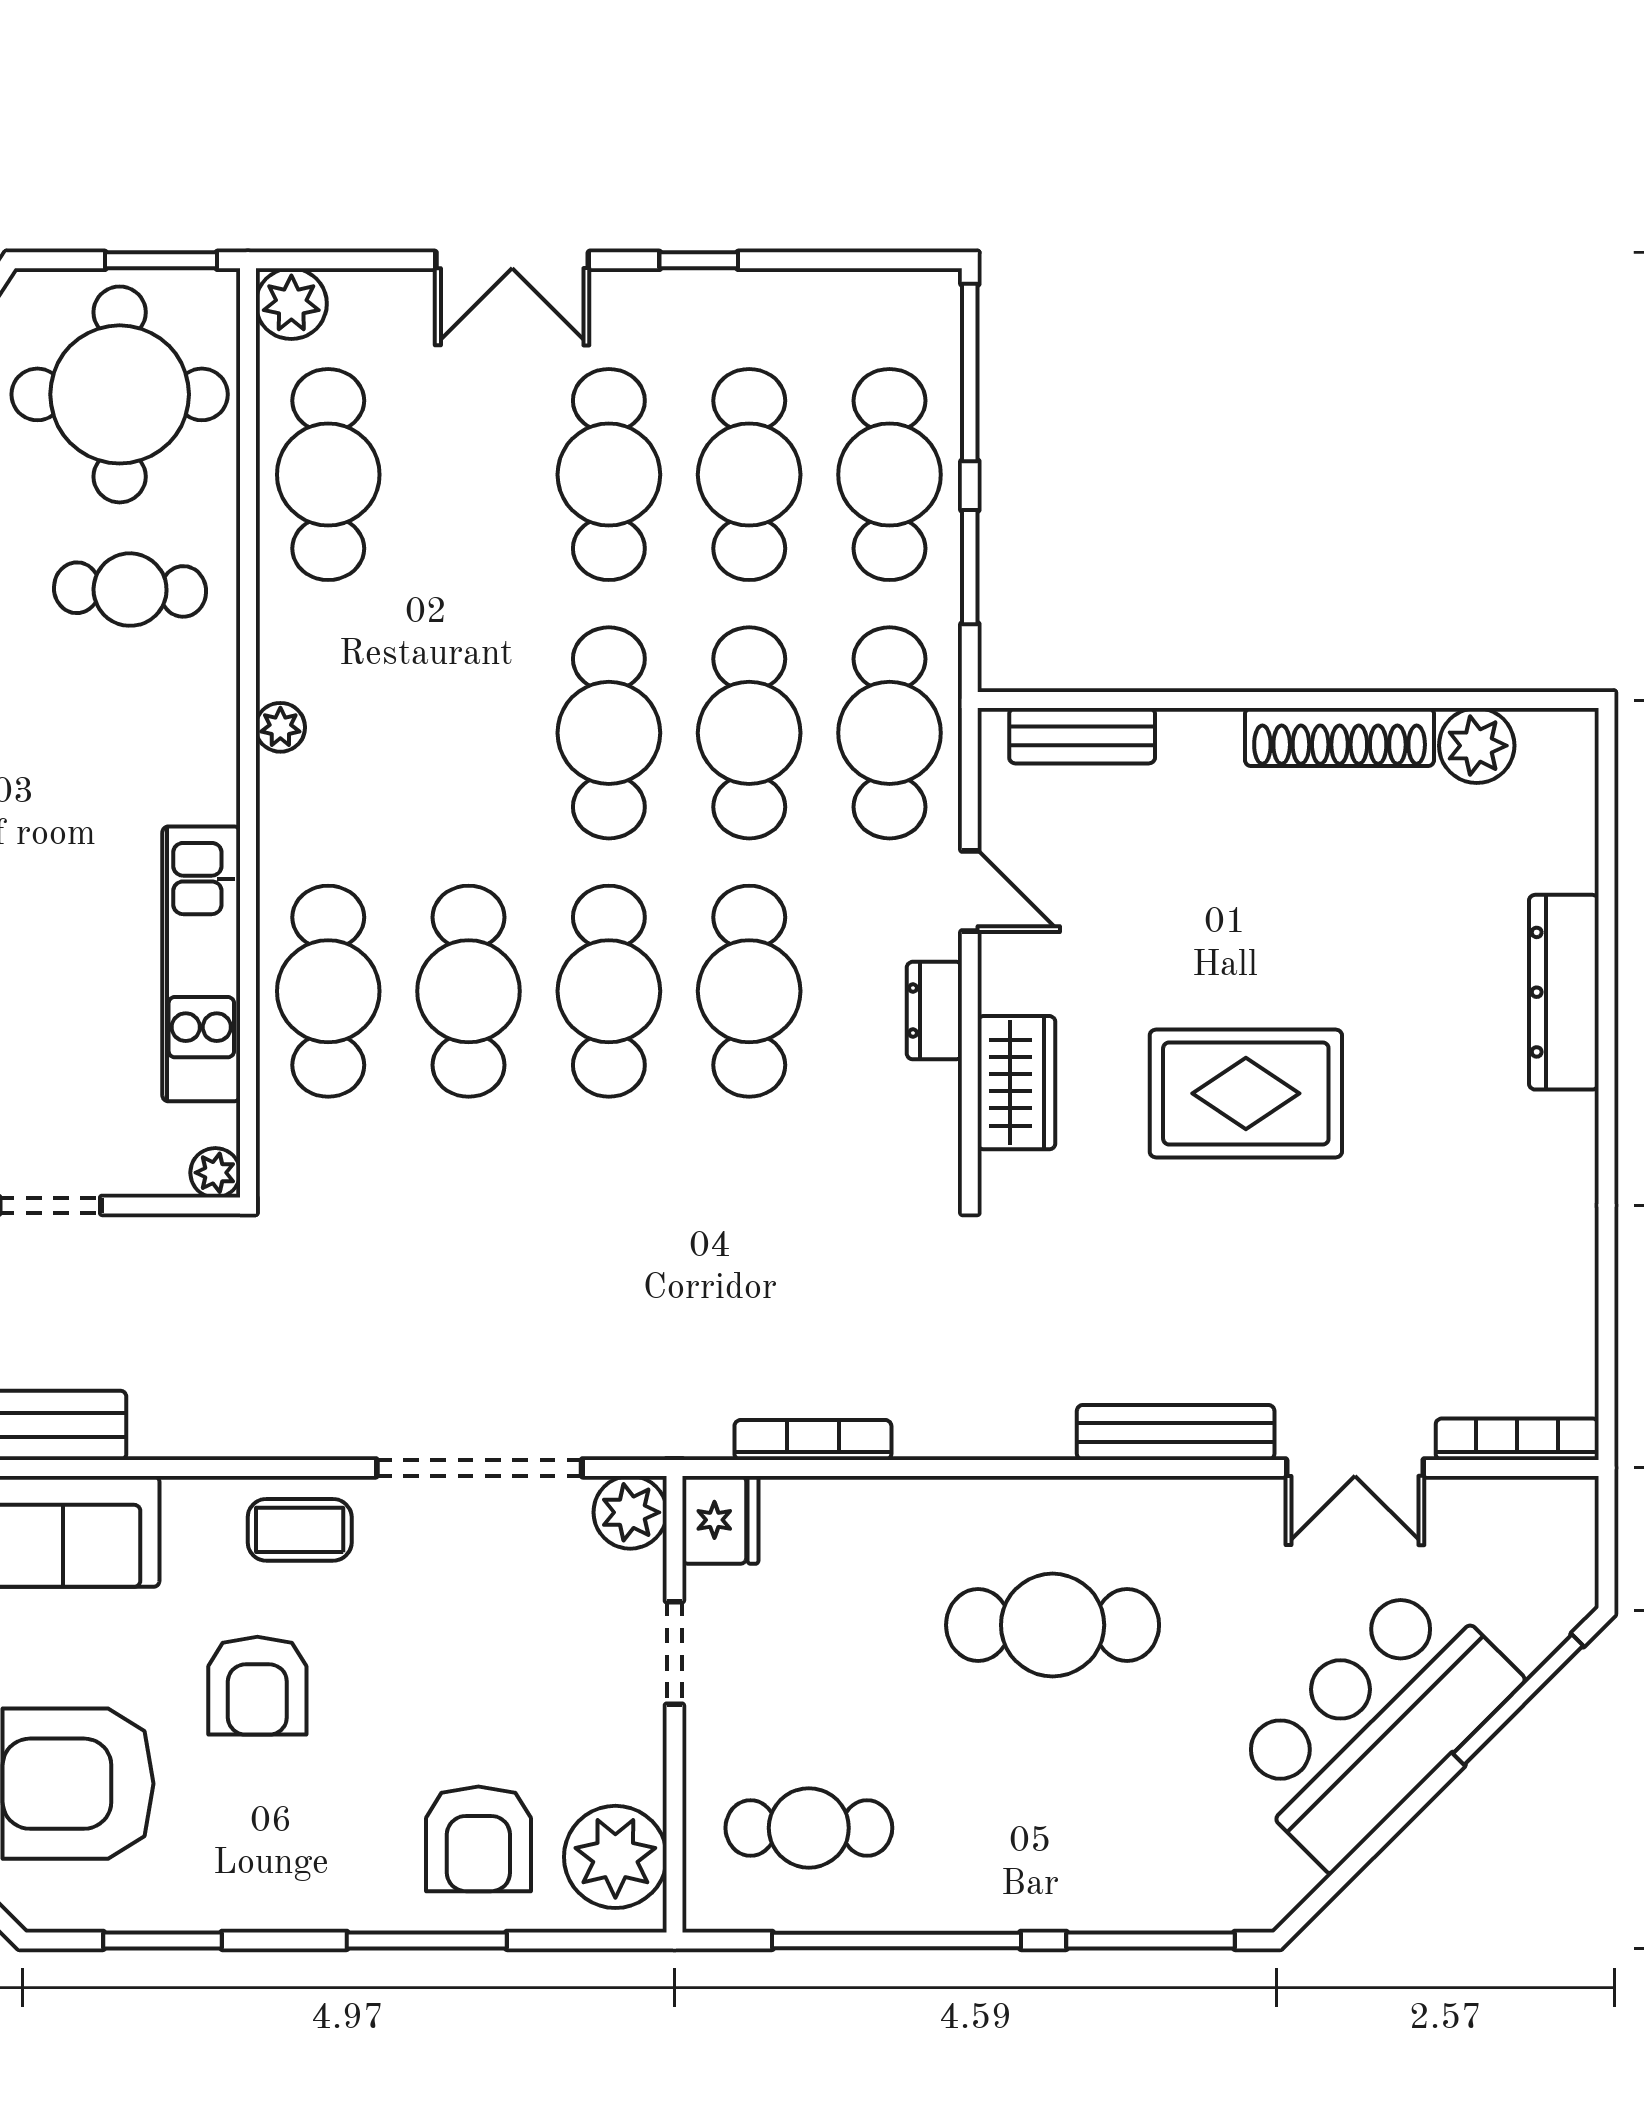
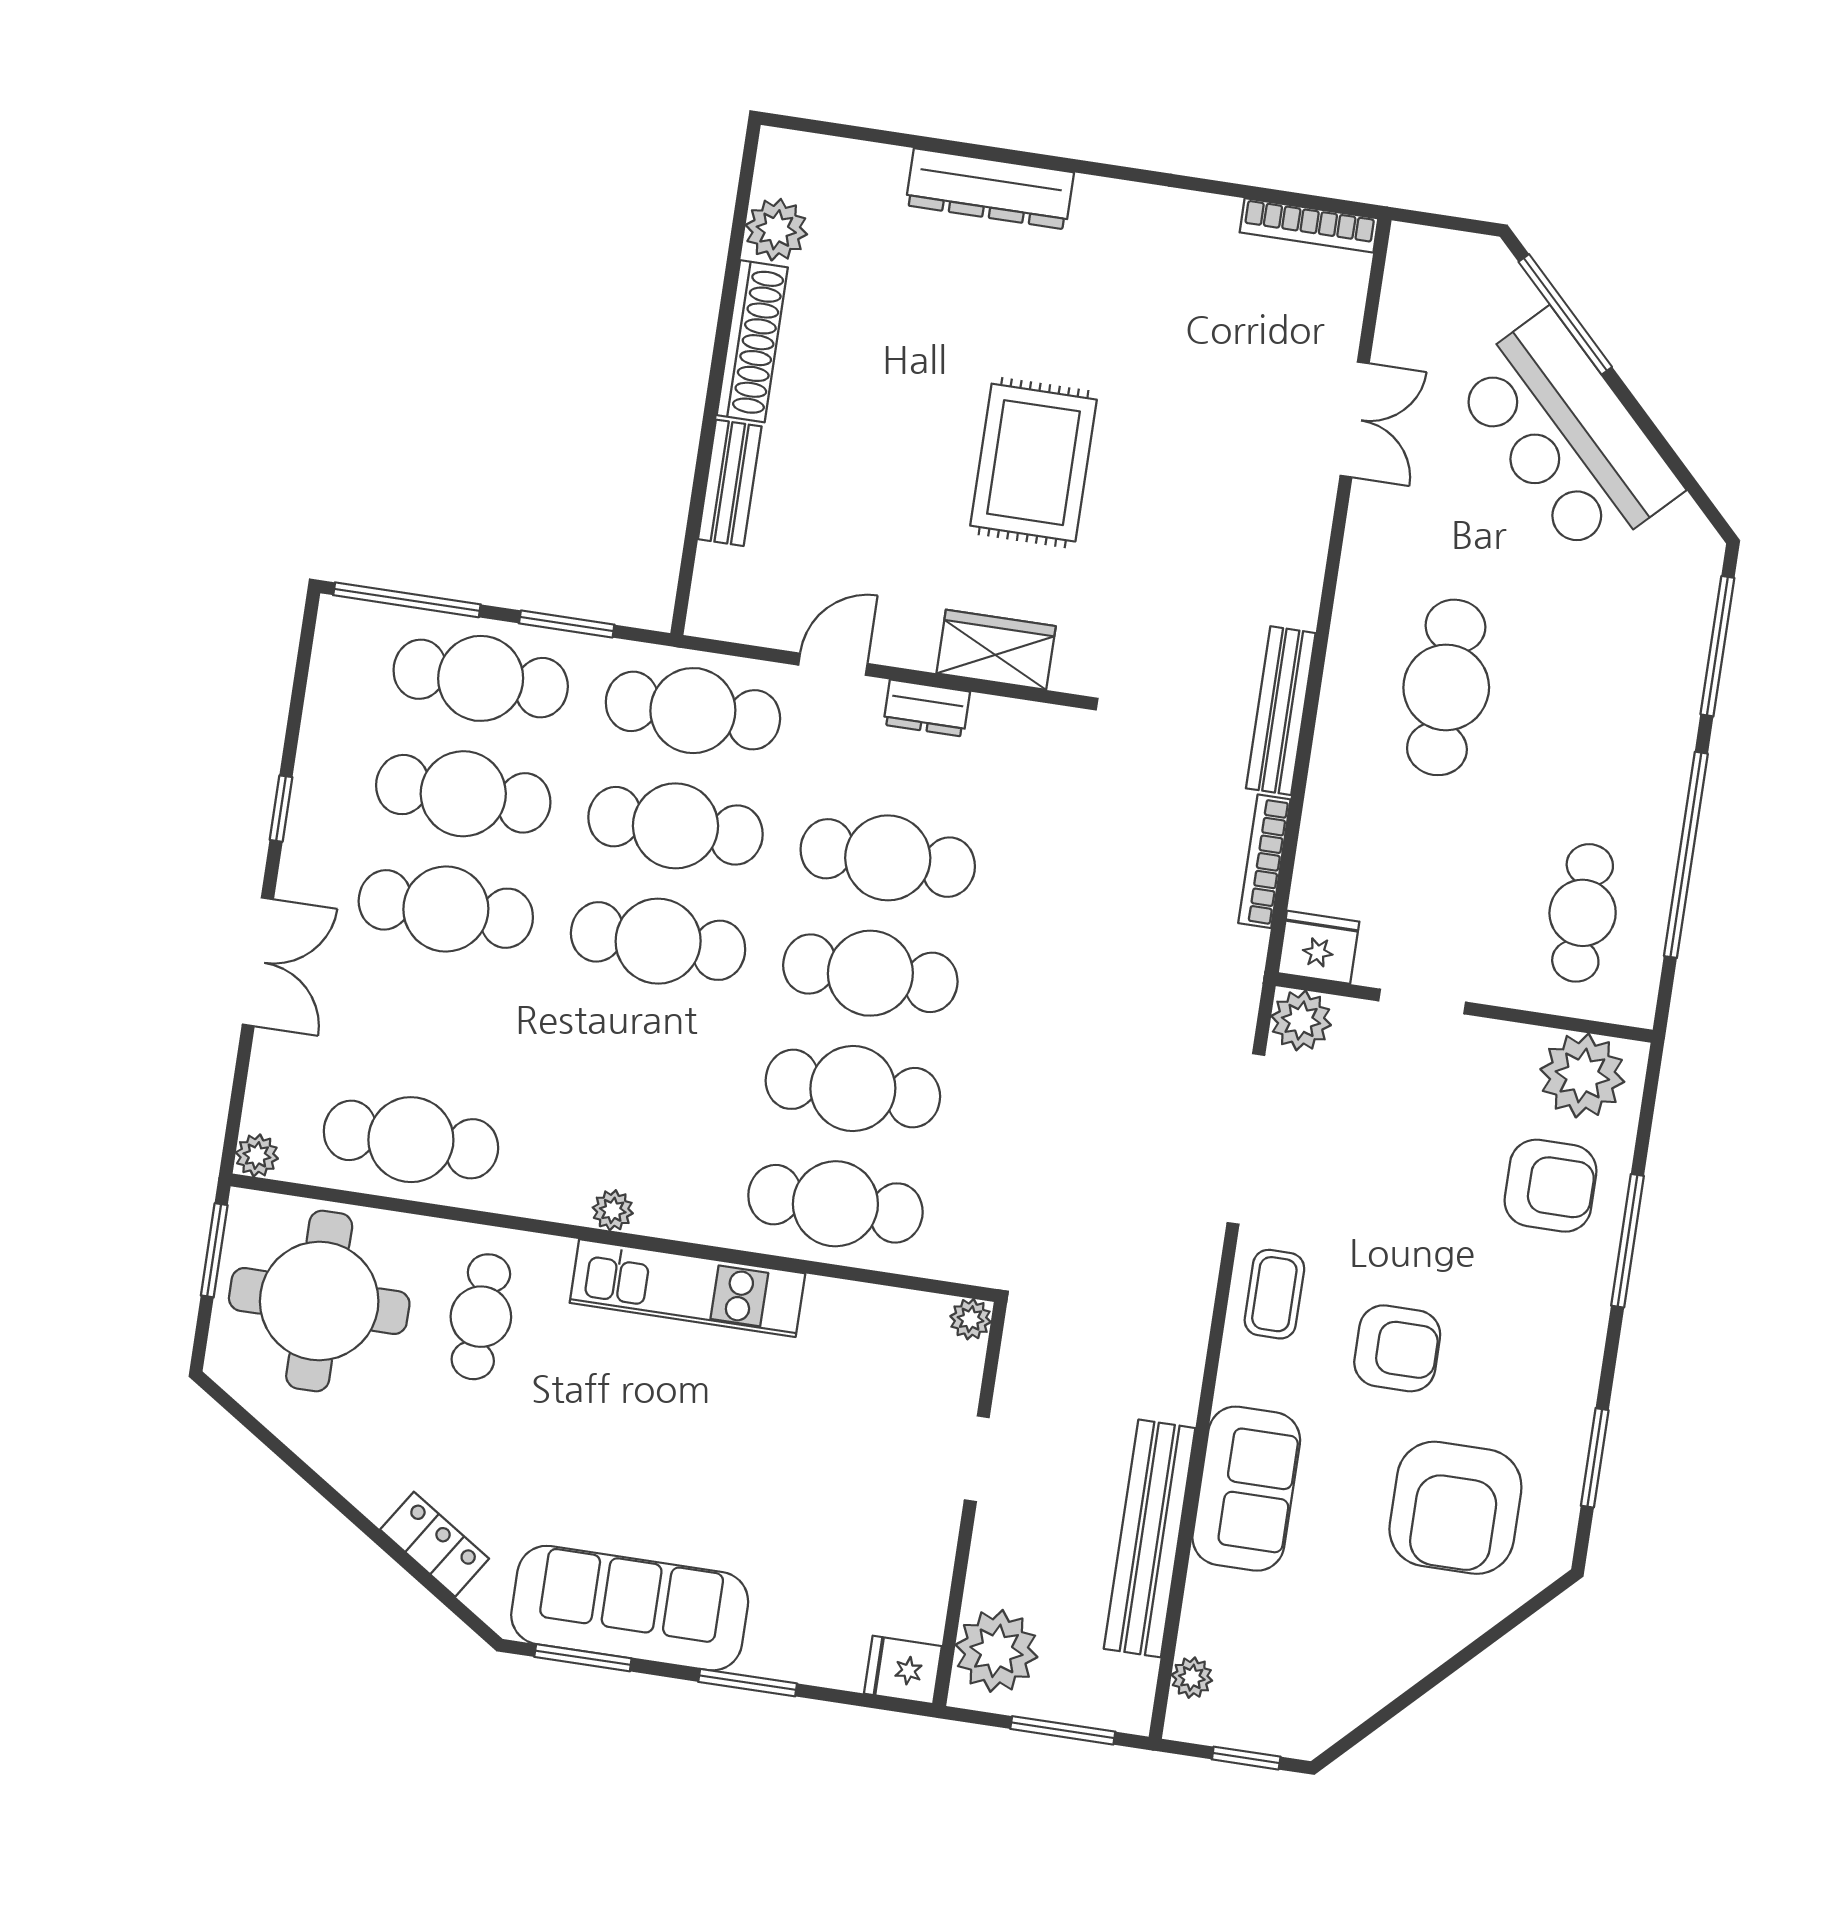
plant: (291, 304) -> (257, 1155), width x0.73, depth x0.73
bench: (1082, 736) -> (730, 483), moved
kitchen unit: (201, 964) -> (687, 1288), moved
bench: (1176, 1432) -> (1281, 711), moved
bookcase: (1517, 1439) -> (1309, 225), moved, turned -90

